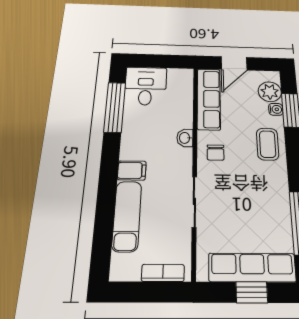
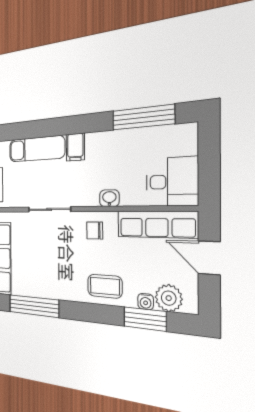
desk: (146, 86) -> (172, 182), moved

